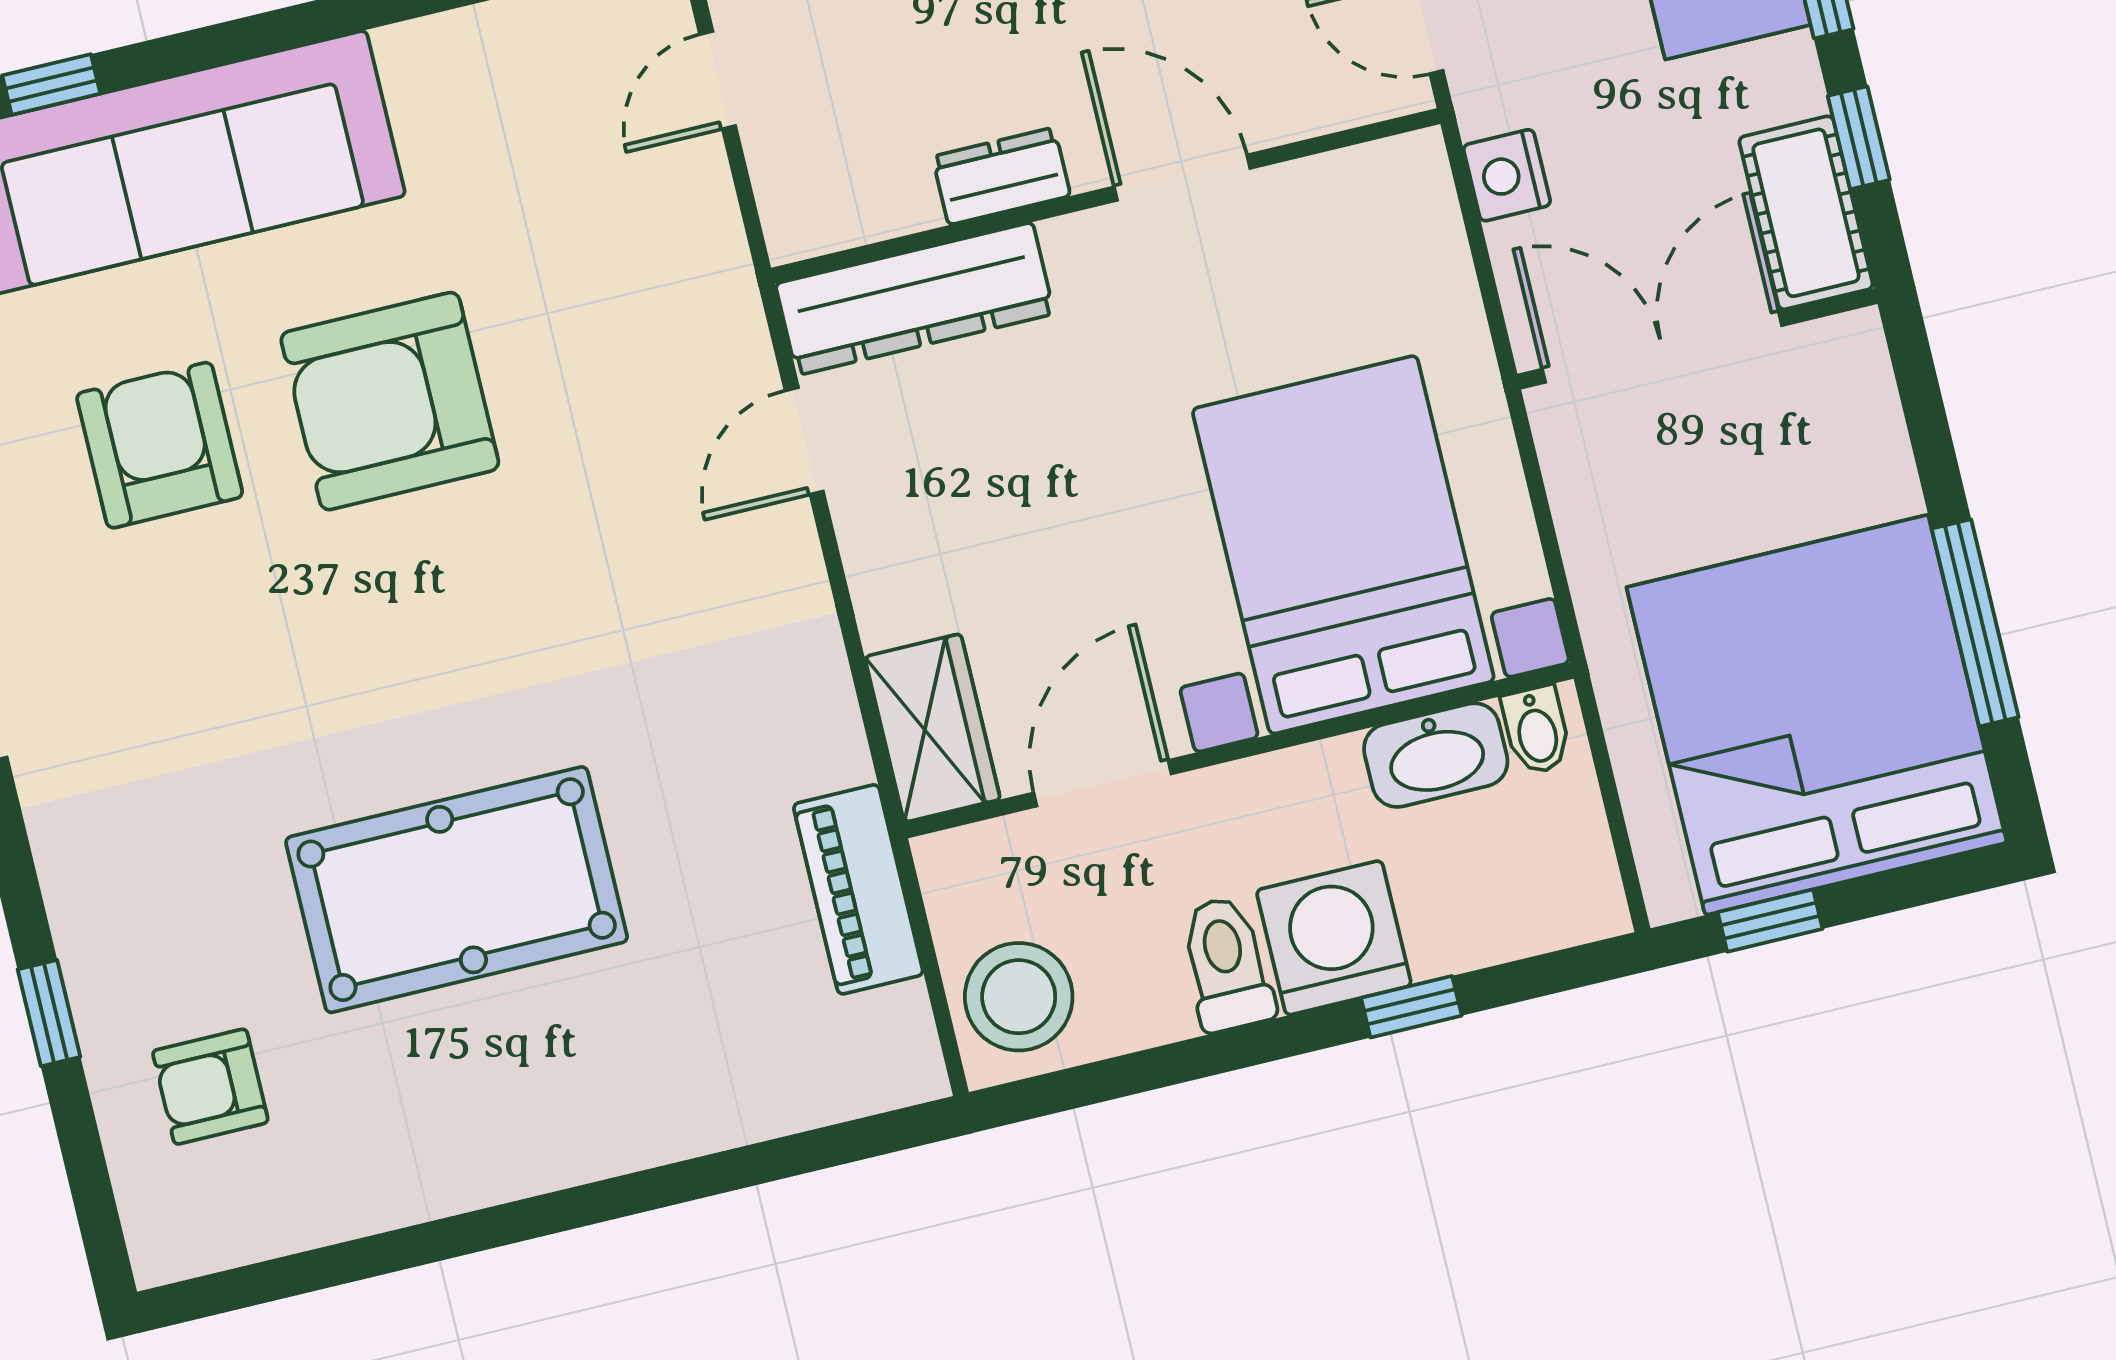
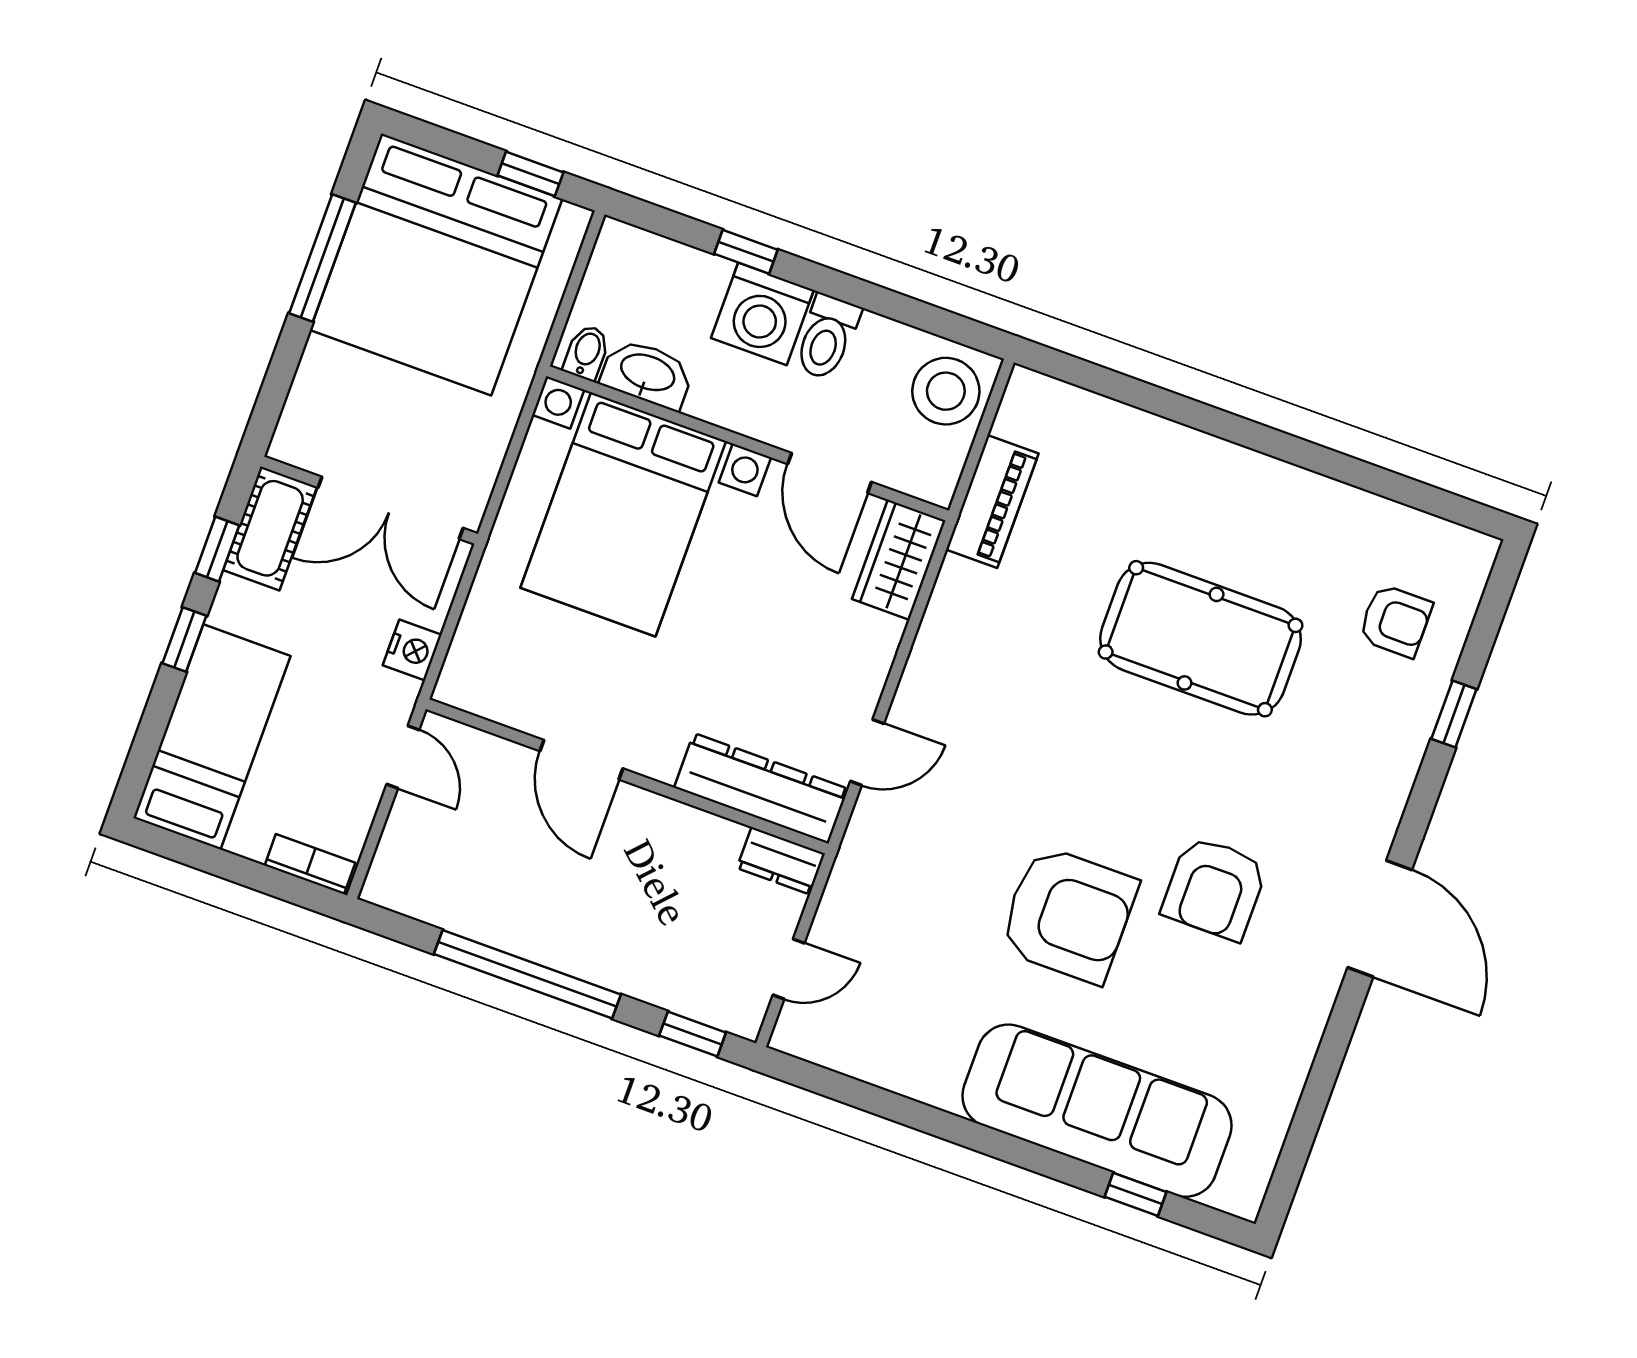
dresser: (1001, 176) -> (781, 861), moved
armchair: (160, 445) -> (1215, 888), moved
door: (1102, 783) -> (830, 473), hinge flipped

